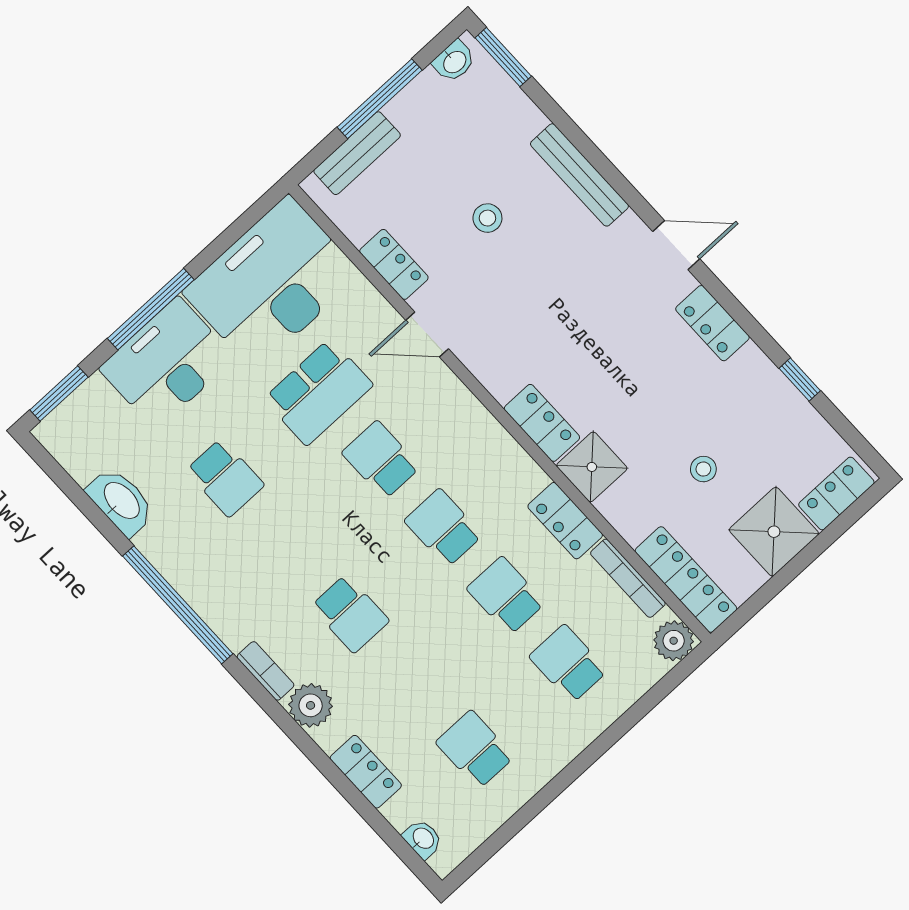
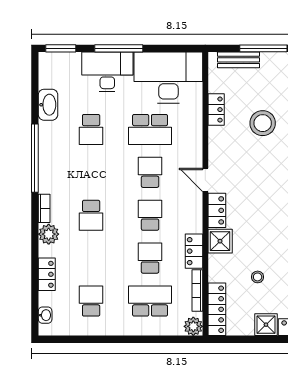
stool: (487, 218) -> (263, 123), width x1.89, depth x1.89
door: (427, 334) -> (205, 180), moved
shower: (774, 532) -> (266, 325), width x0.73, depth x0.73
school desk: (568, 664) -> (150, 301), width x1.85

